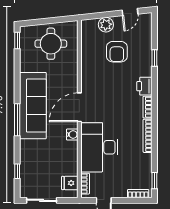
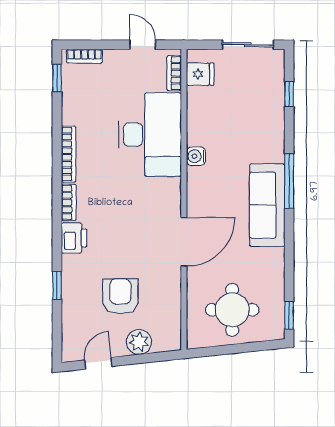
sofa: (33, 106) -> (267, 205), width x0.74, depth x0.79
door: (79, 107) -> (184, 242), moved

